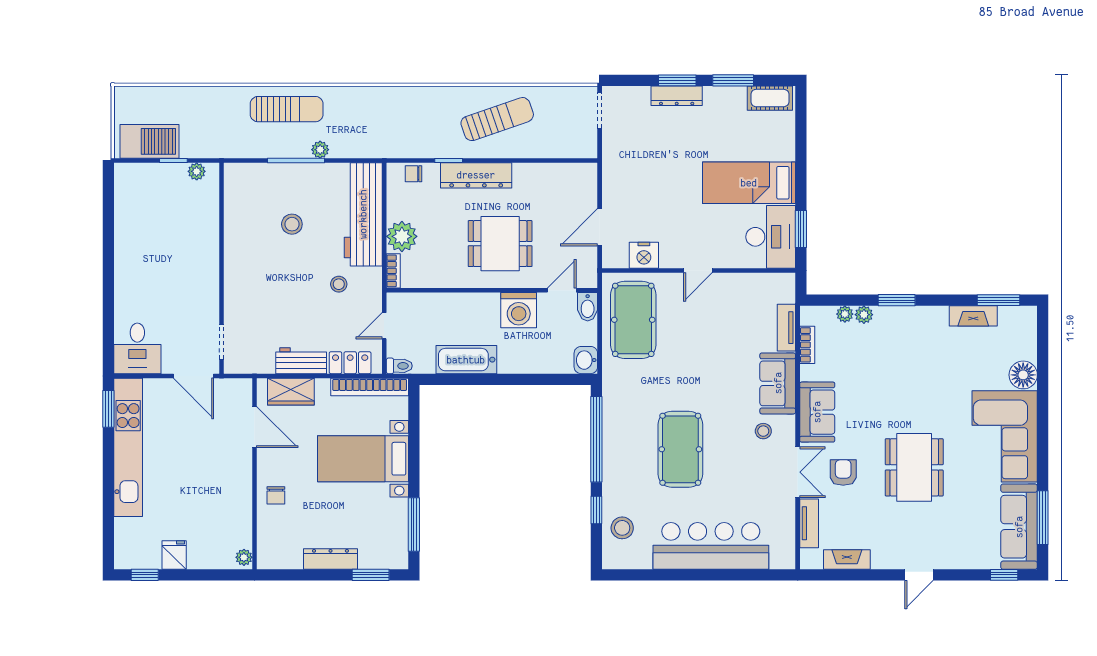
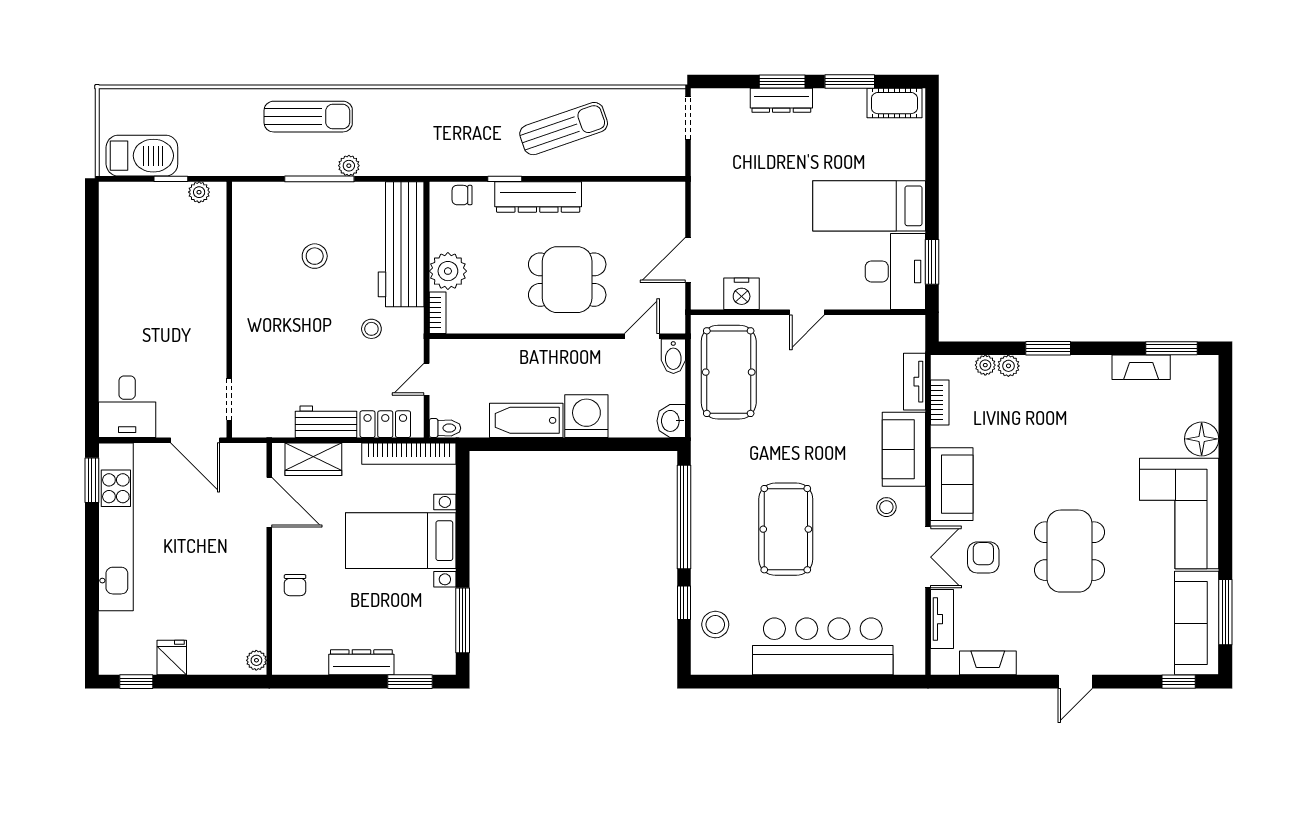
washing machine: (519, 310) -> (586, 416), moved, turned 180

